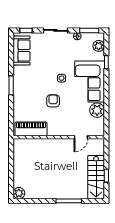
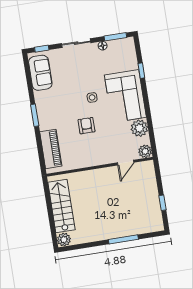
plant: (99, 46) -> (145, 151), moved
piano: (31, 129) -> (51, 149), moved, turned 90
stairs: (96, 177) -> (61, 206), moved, turned 180

